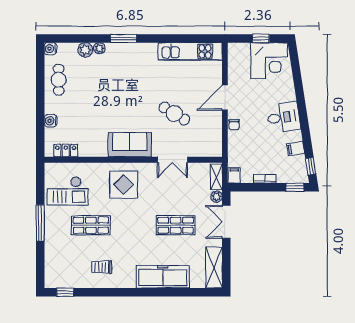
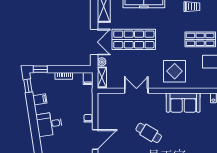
cafe table: (174, 113) -> (149, 133), moved
sofa: (130, 145) -> (183, 103), moved
shop shelf: (176, 225) -> (134, 39), width x1.43, depth x1.36

